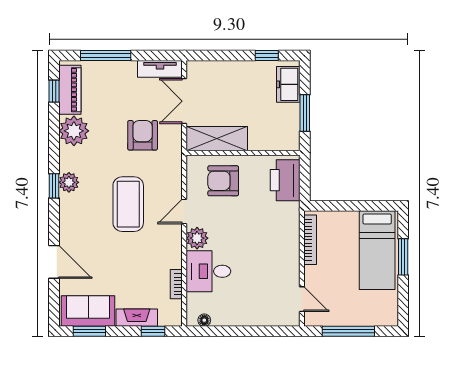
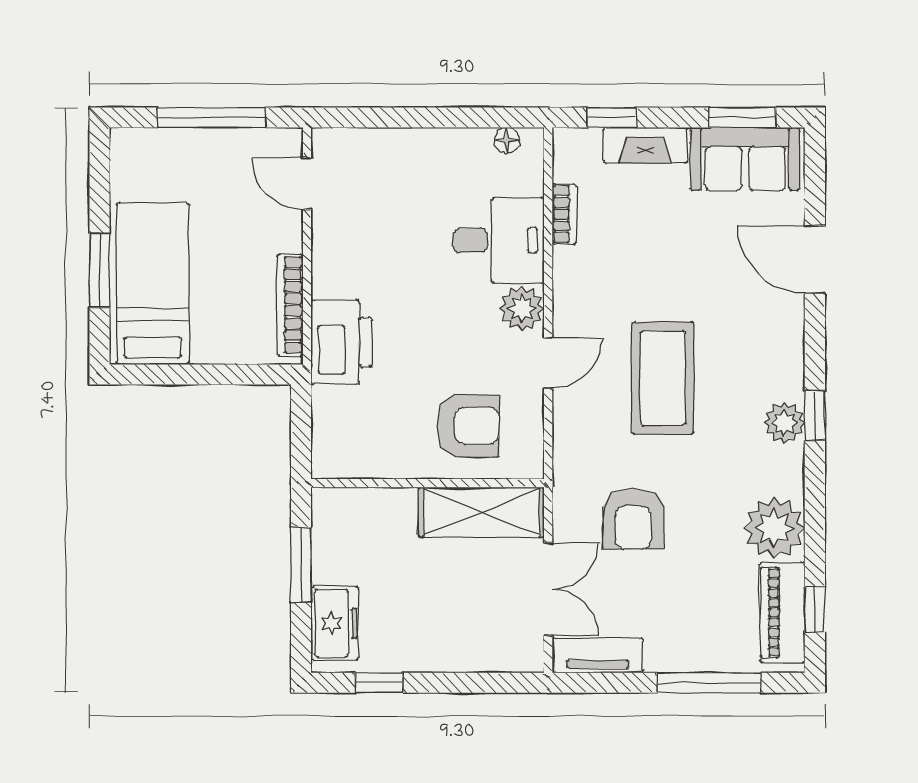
printer: (285, 180) -> (341, 342), moved

